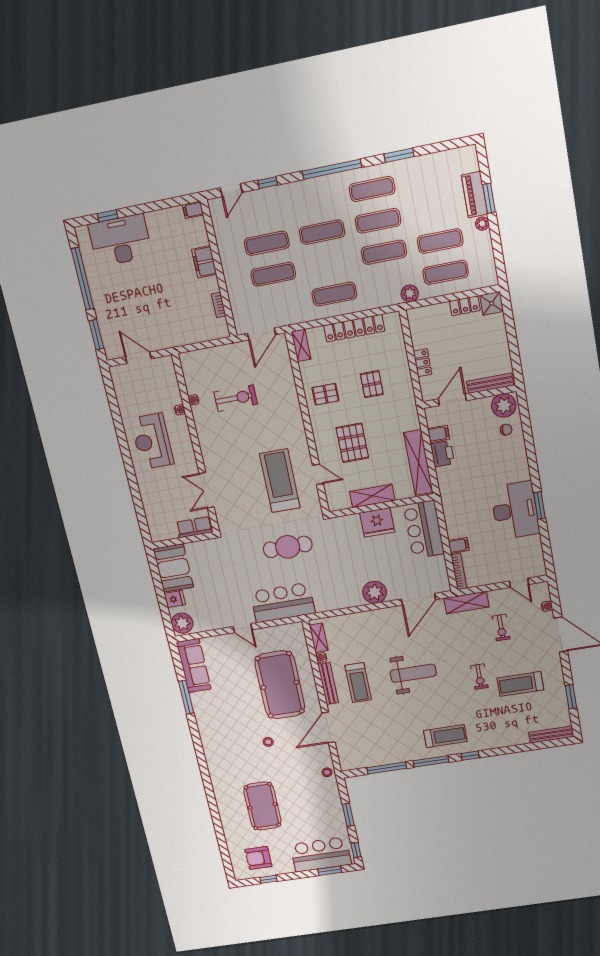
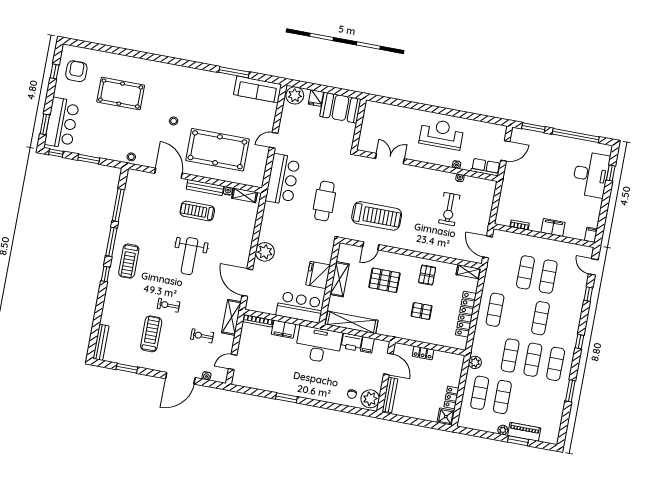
window: (332, 169) -> (579, 342), width x0.32
desk: (515, 510) -> (319, 345), moved, turned 180
row of seats: (195, 527) -> (486, 167), moved, turned -90
filing cabinet: (459, 545) -> (284, 329), width x2.00

